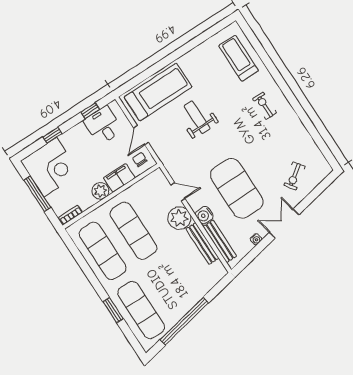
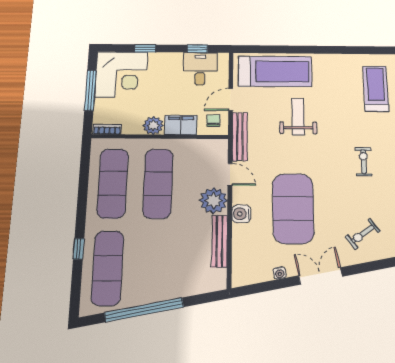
exercise bike: (265, 106) -> (364, 162), moved
bench: (220, 241) -> (240, 137), moved
window: (113, 310) -> (79, 249), width x0.67

